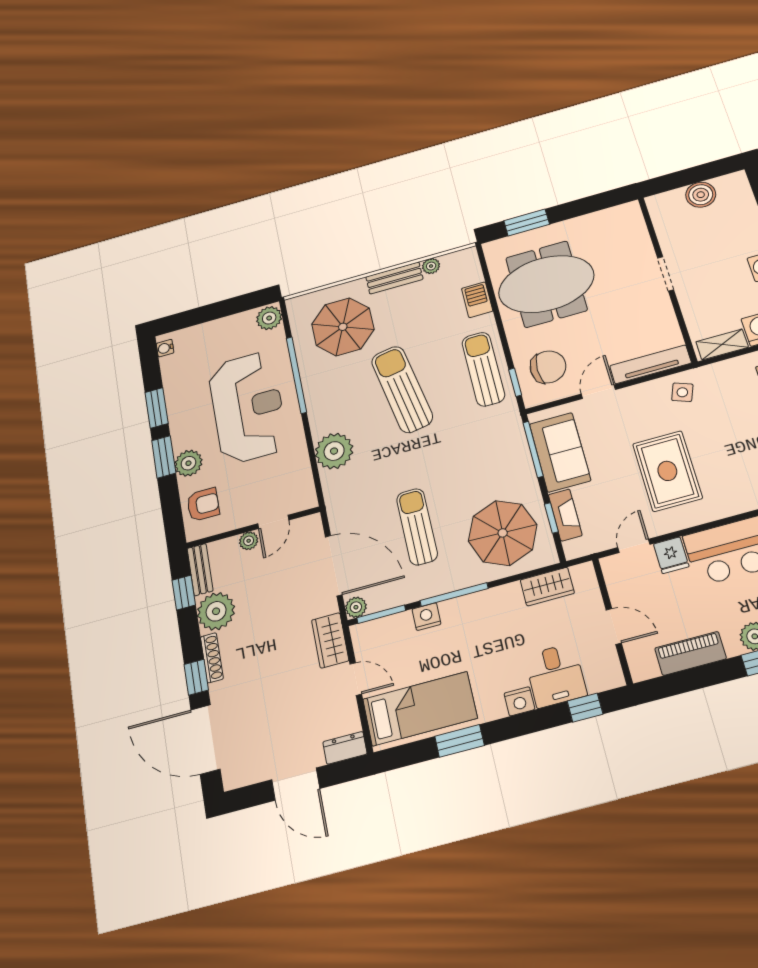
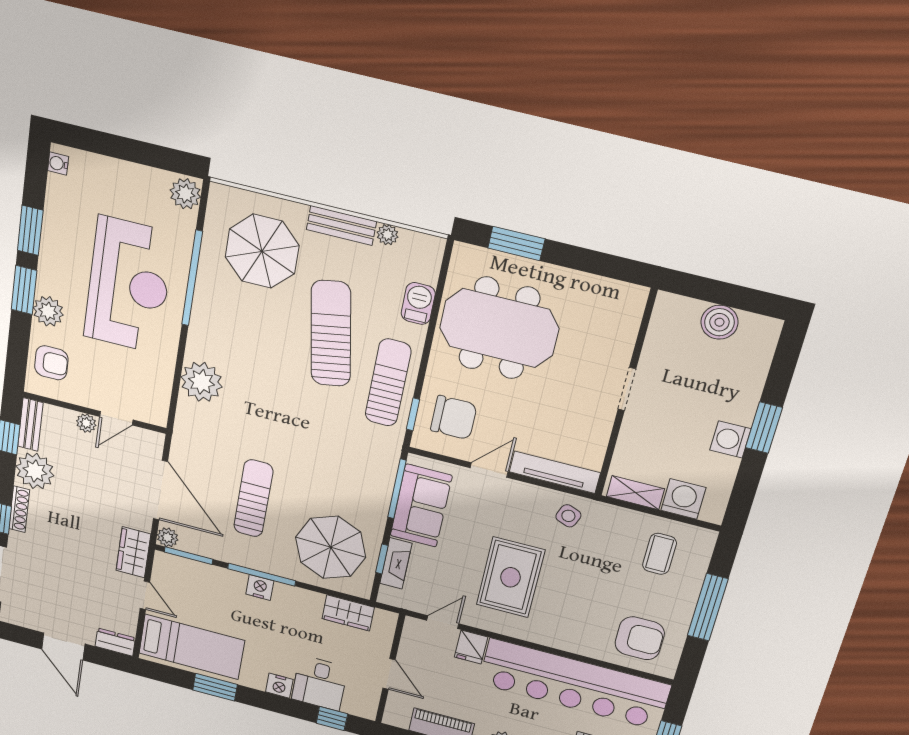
sun lounger: (402, 389) -> (331, 334), moved
nightstand: (426, 617) -> (260, 588), moved

